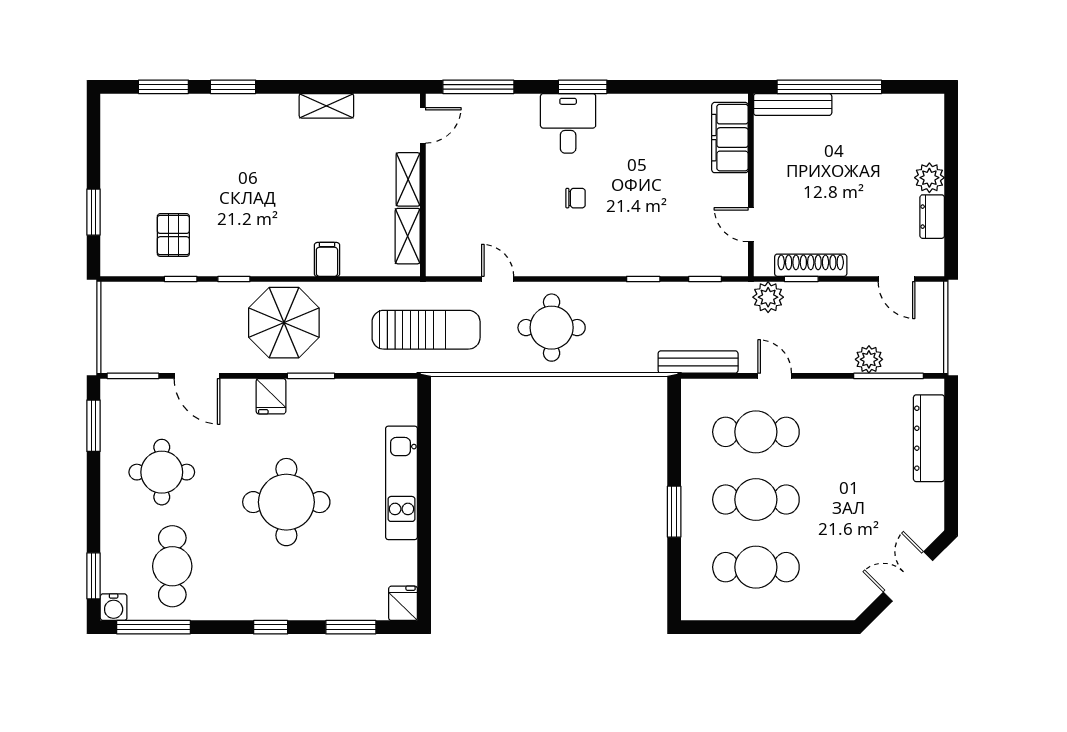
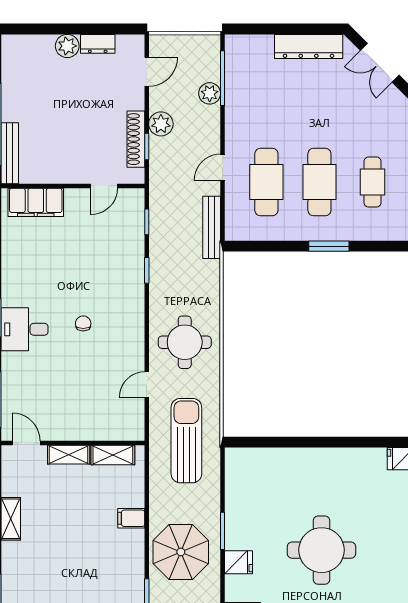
plant: (768, 297) -> (161, 124), moved
dresser: (929, 438) -> (309, 46), moved
kitchen unit: (401, 483) -> (306, 460), removed
cafe table: (756, 567) -> (373, 182), width x0.73, depth x0.74

